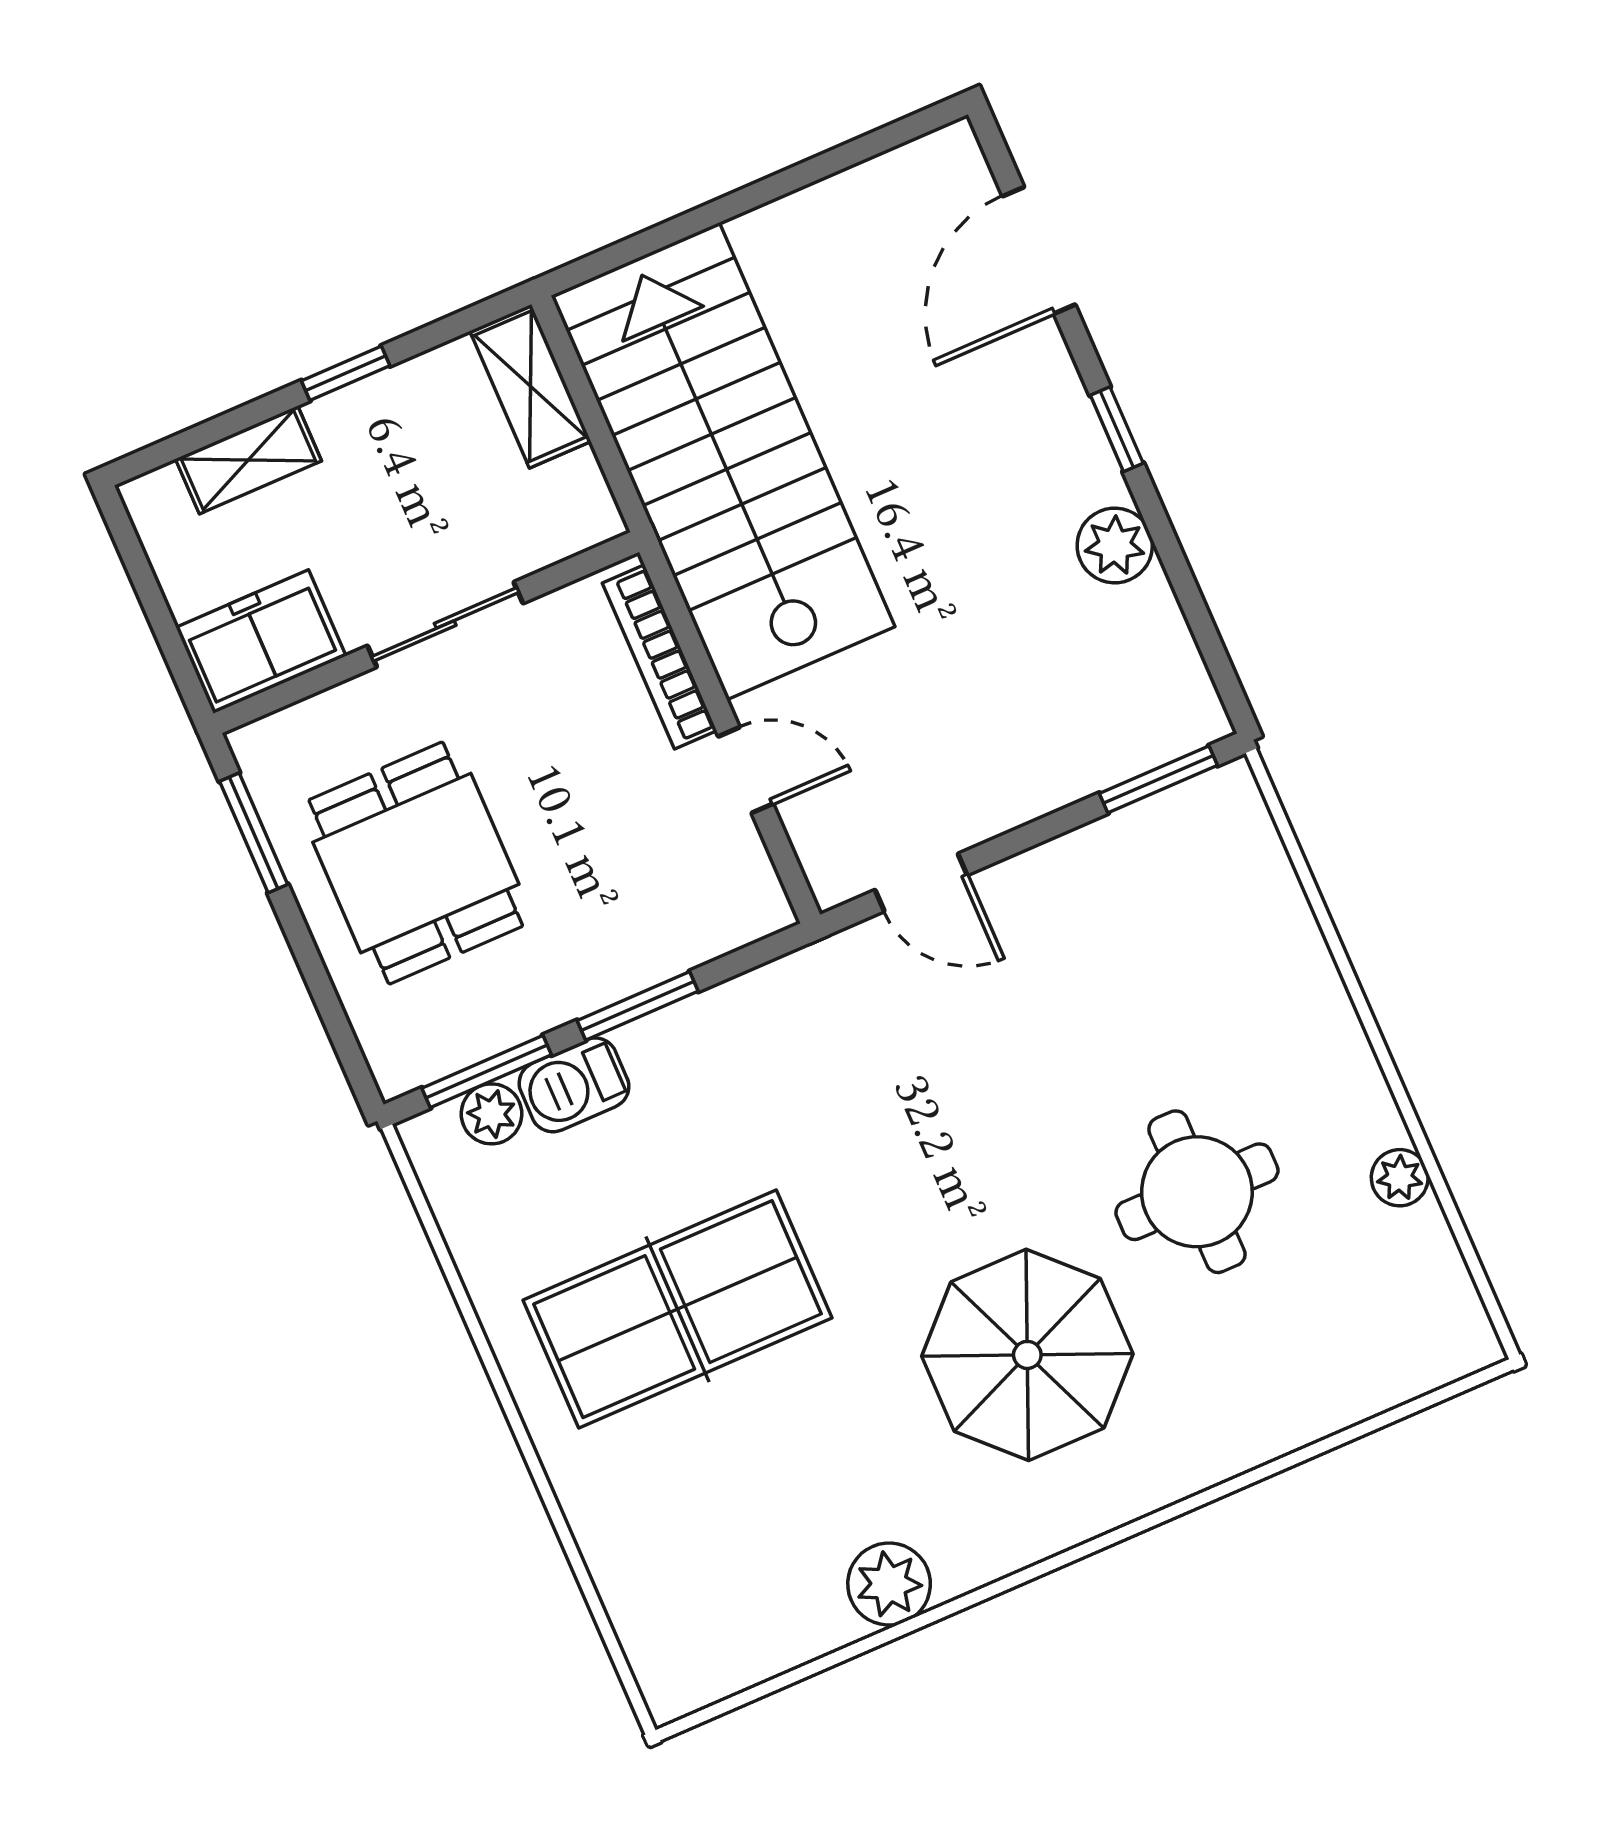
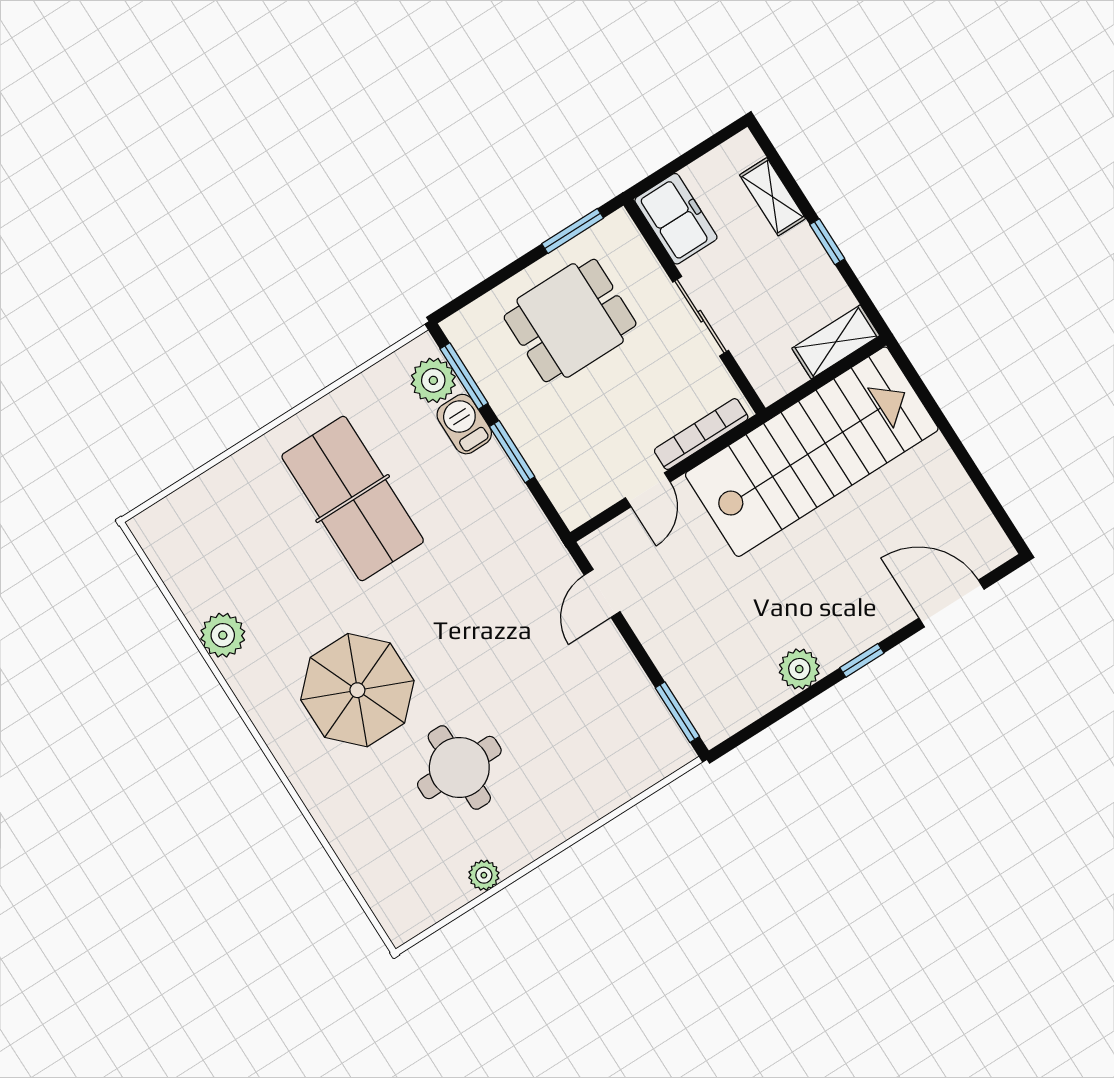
plant: (492, 1114) -> (433, 380), width x1.38, depth x1.38

